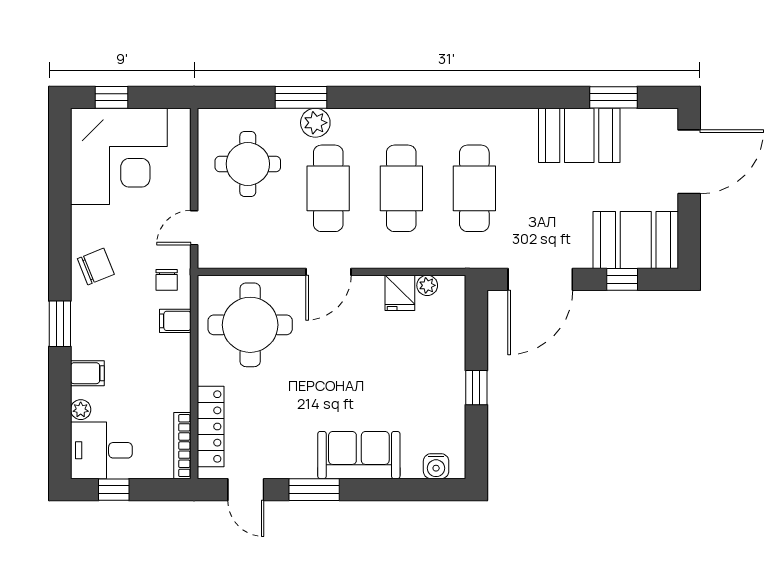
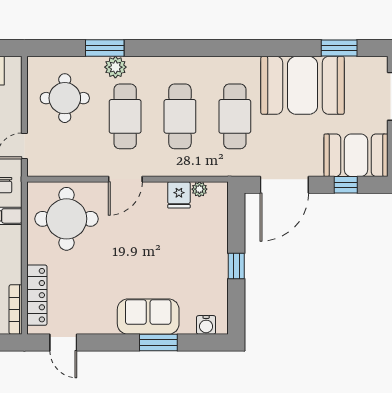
booth: (579, 135) -> (303, 85), width x1.36, depth x1.42
window: (314, 490) -> (158, 342), moved

